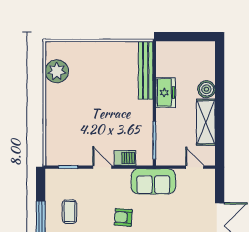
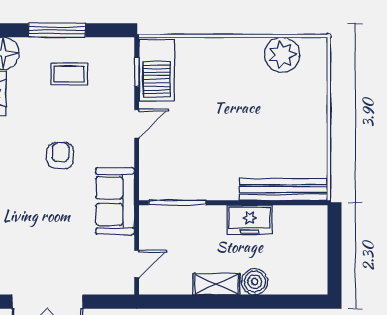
shelving: (206, 122) -> (217, 284), width x0.67, depth x0.75
barbecue: (125, 158) -> (157, 70), moved, width x1.88, depth x1.53

